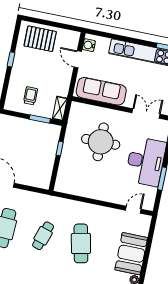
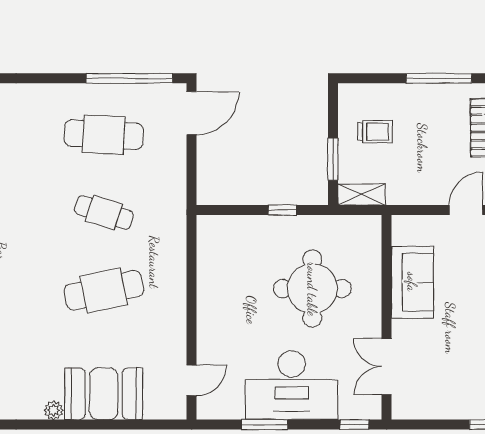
window: (11, 59) -> (439, 78), width x2.17
sofa: (101, 91) -> (412, 282), width x0.73
double door: (146, 113) -> (387, 367), swing flipped
door: (133, 210) -> (192, 380), hinge flipped

